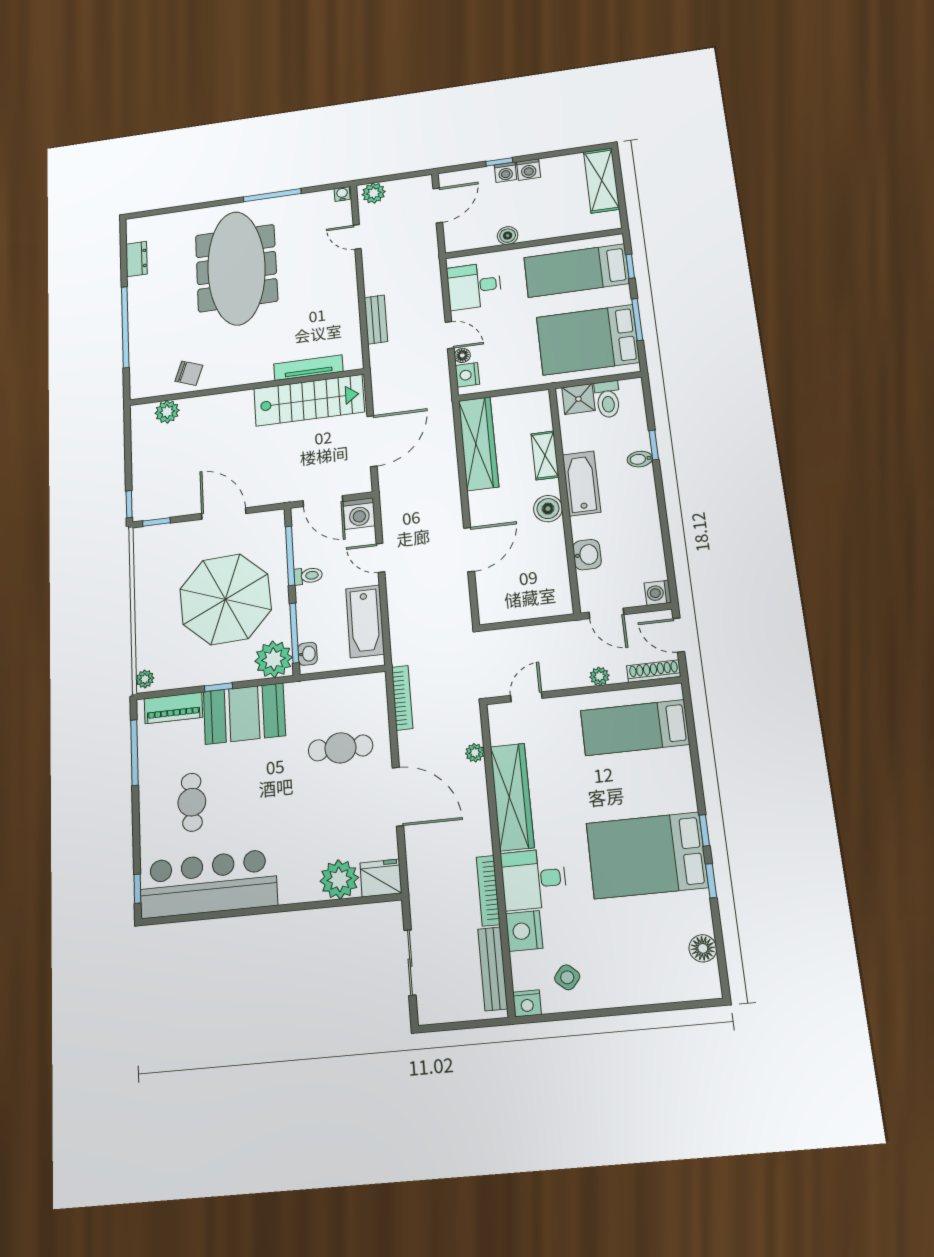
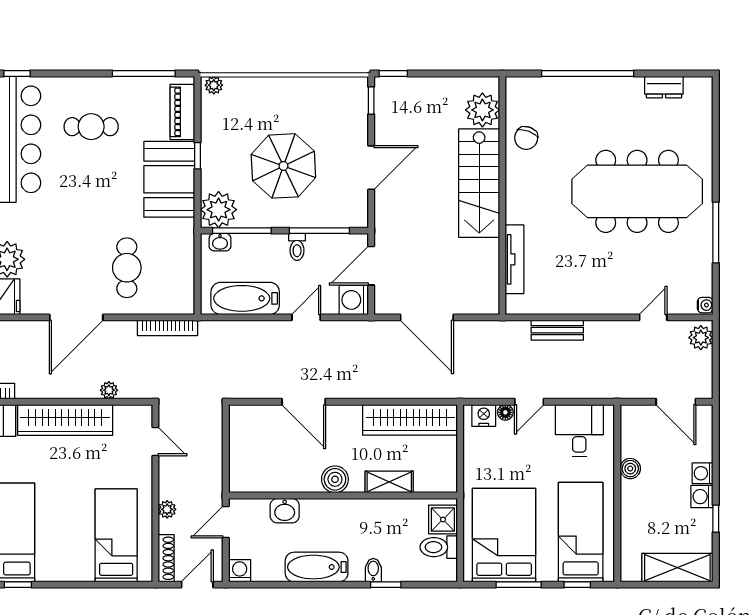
window: (499, 162) -> (716, 519), moved
stairs: (309, 400) -> (479, 183), moved
plant: (167, 412) -> (482, 110), width x1.36, depth x1.36
bathtub: (581, 483) -> (317, 567), moved, turned 180
parasol: (225, 599) -> (283, 166), width x0.73, depth x0.73

